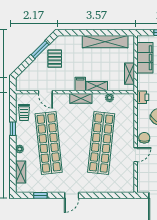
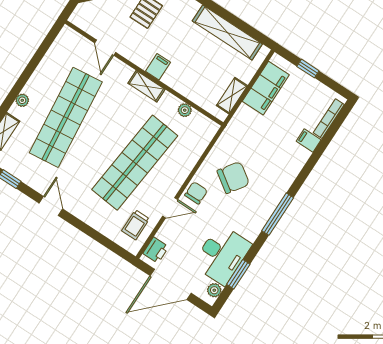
shelving: (97, 86) -> (178, 84), removed
printer: (143, 97) -> (156, 250), moved
trolley: (24, 113) -> (136, 225), moved
window: (13, 129) -> (31, 68), removed
door: (72, 195) -> (51, 206), swing flipped

